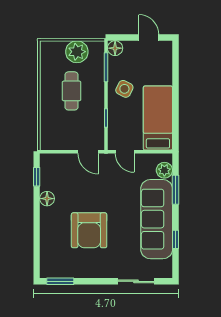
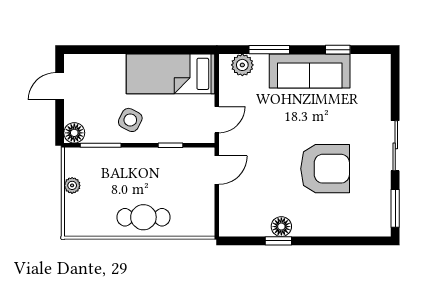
plant: (77, 52) -> (72, 185), width x0.53, depth x0.53
cafe table: (72, 91) -> (143, 217), moved
window: (37, 177) -> (278, 241), moved
sofa: (157, 219) -> (310, 71), width x0.74, depth x0.79
sliding door: (136, 281) -> (395, 146), moved

